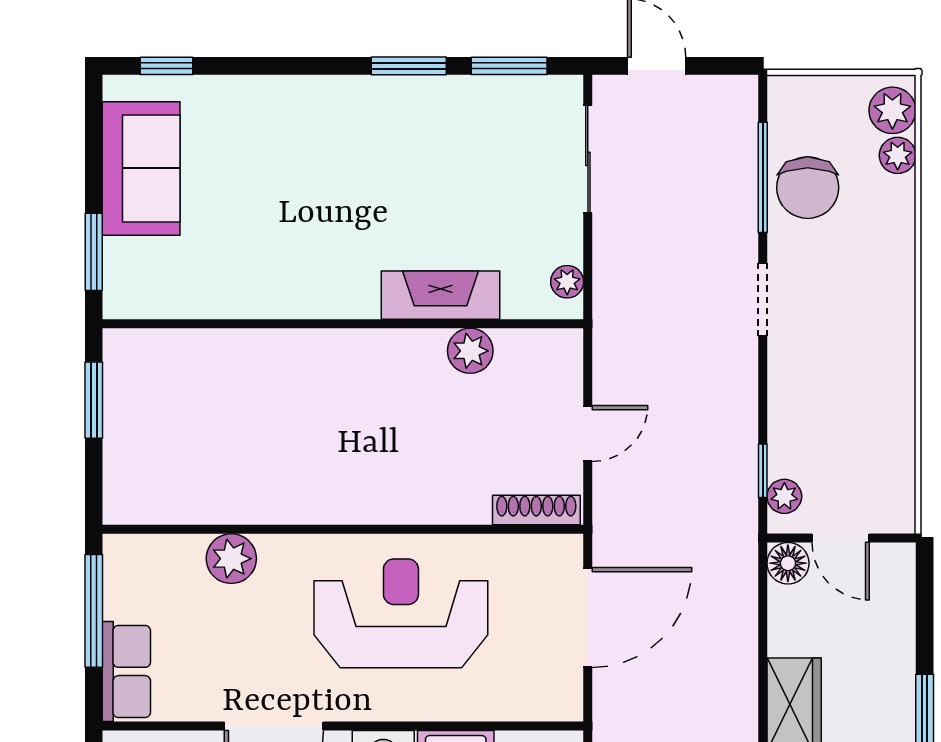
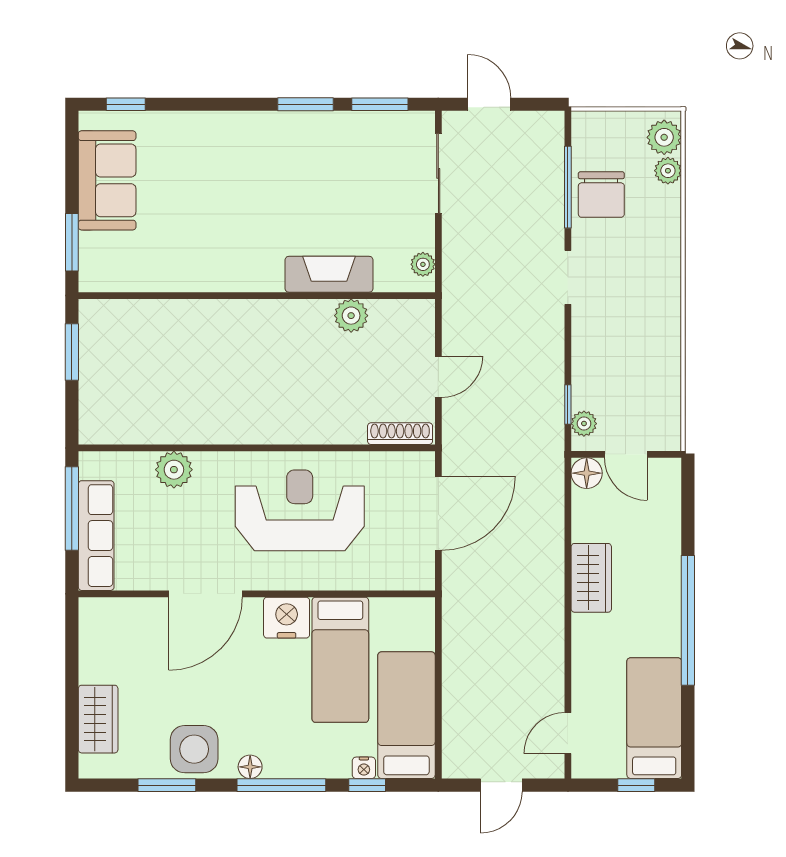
row of seats: (126, 671) -> (96, 536), width x1.48

